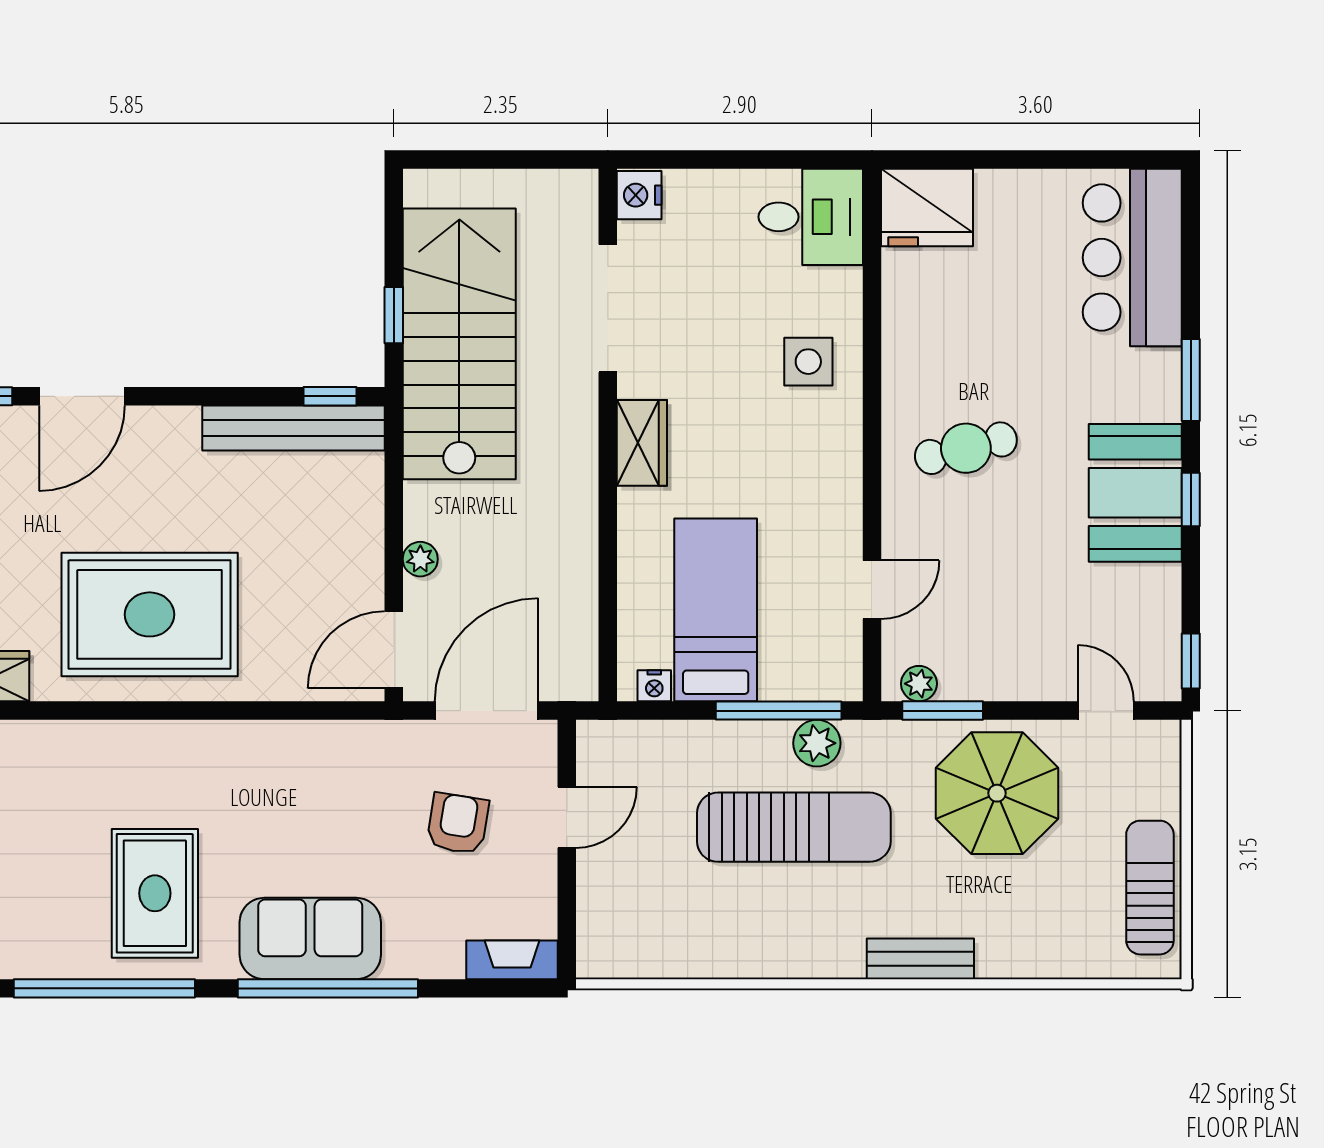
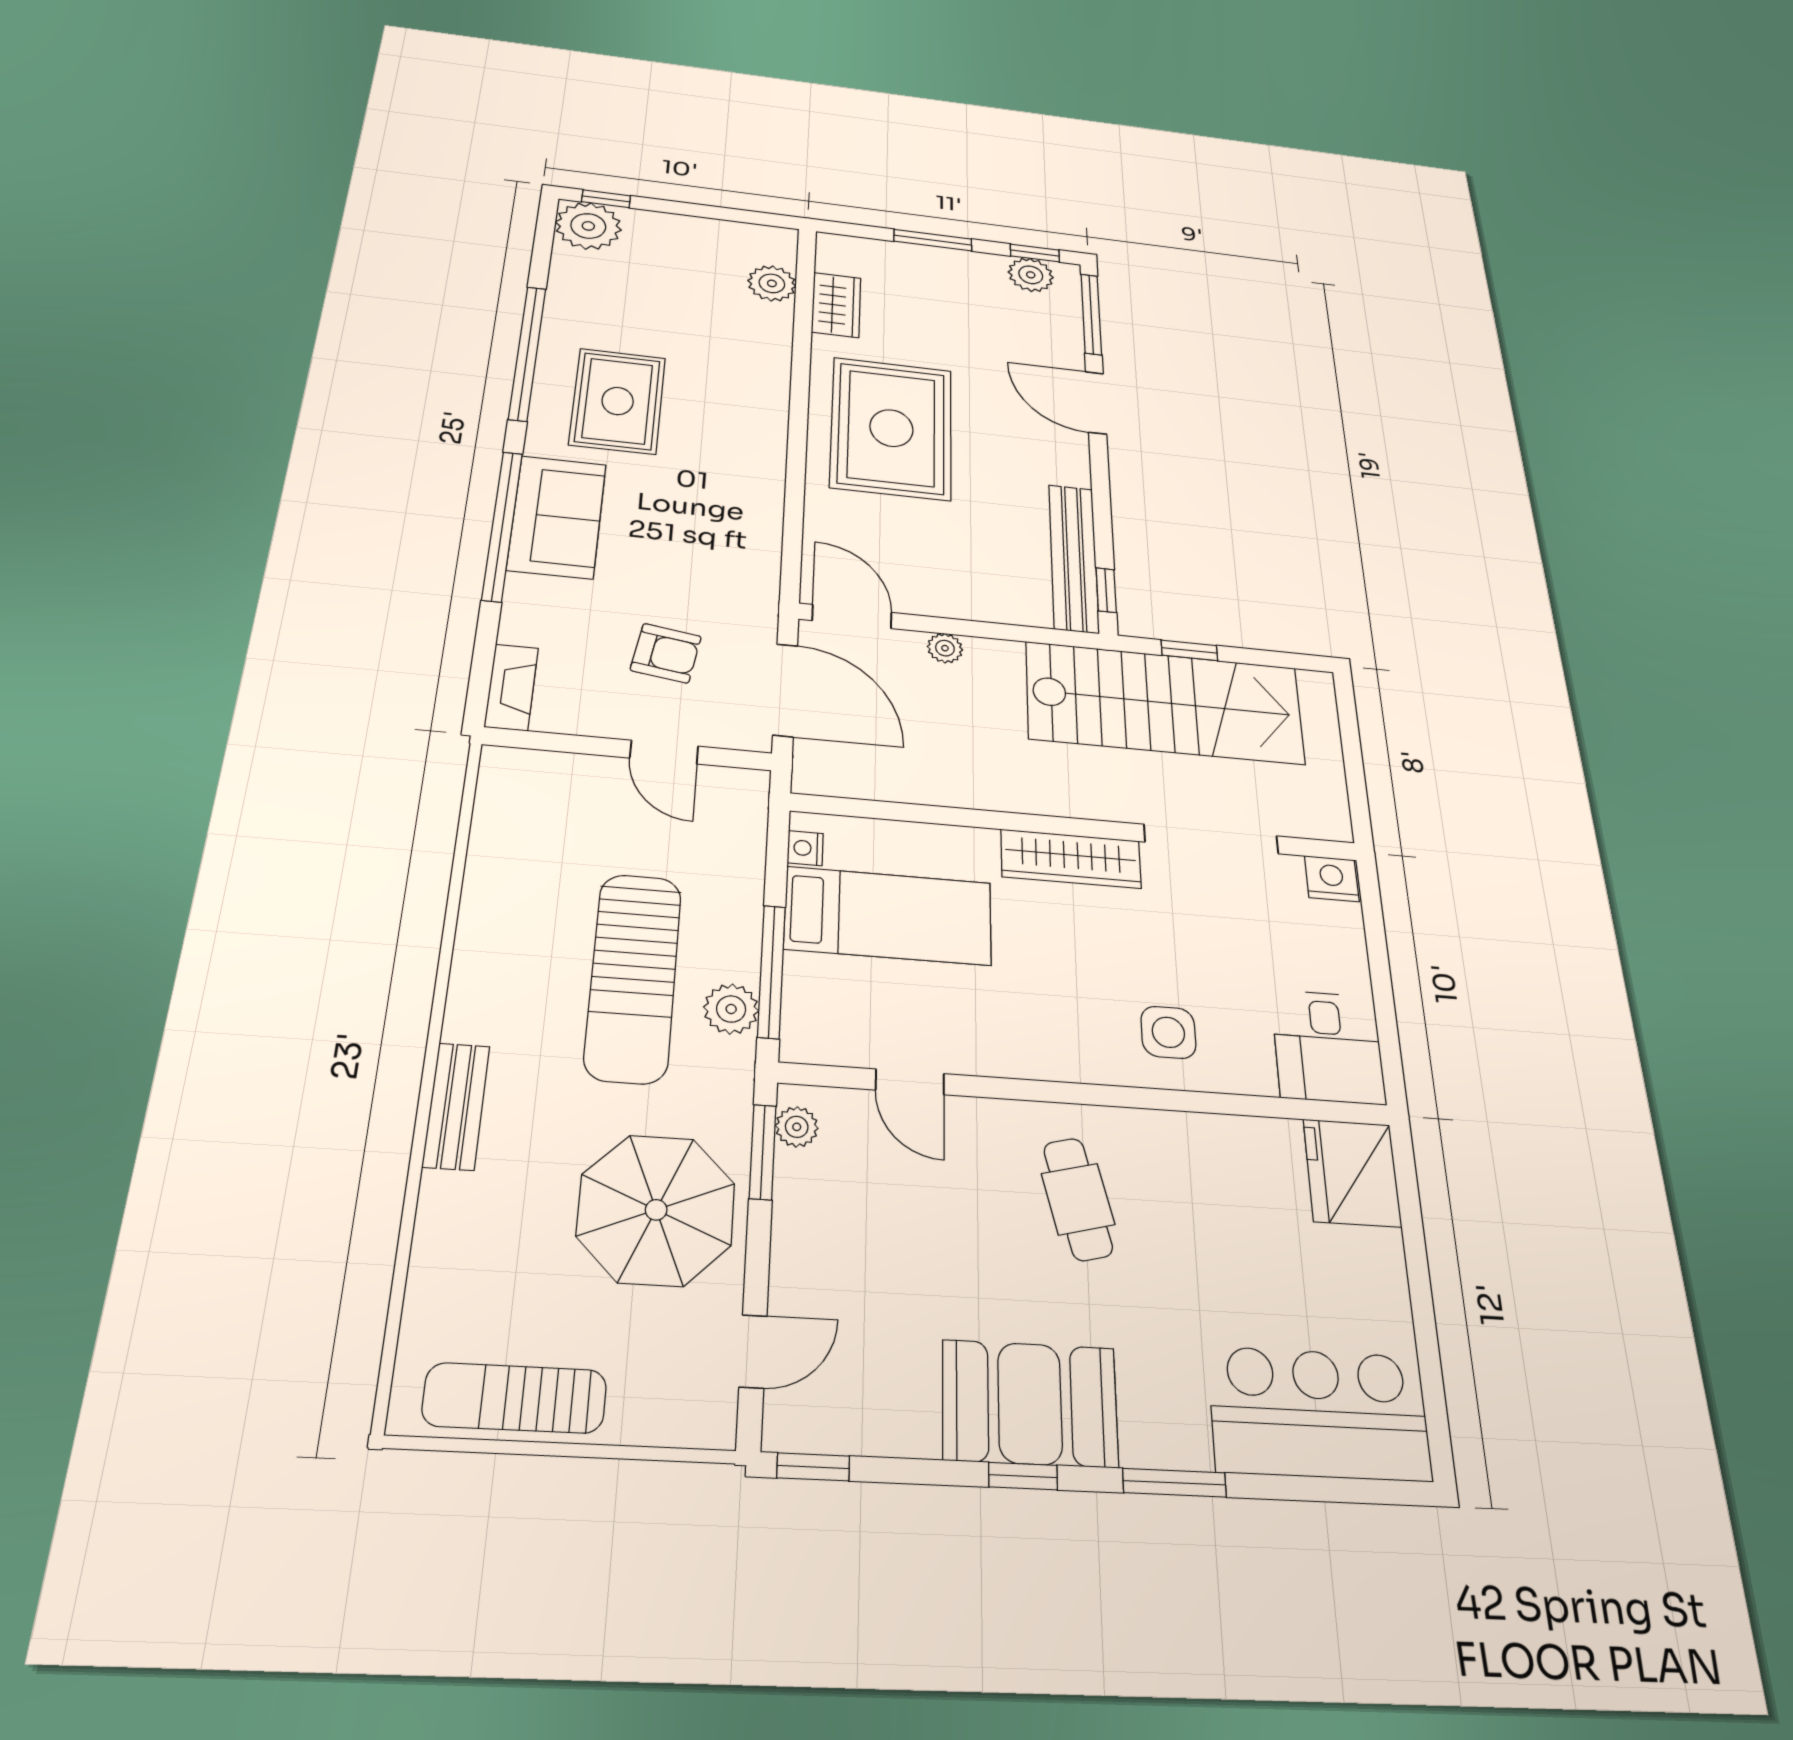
wardrobe: (642, 443) -> (1071, 859), width x1.50
sun lounger: (1150, 888) -> (515, 1398), turned 180
rug: (155, 893) -> (618, 401), turned 90

